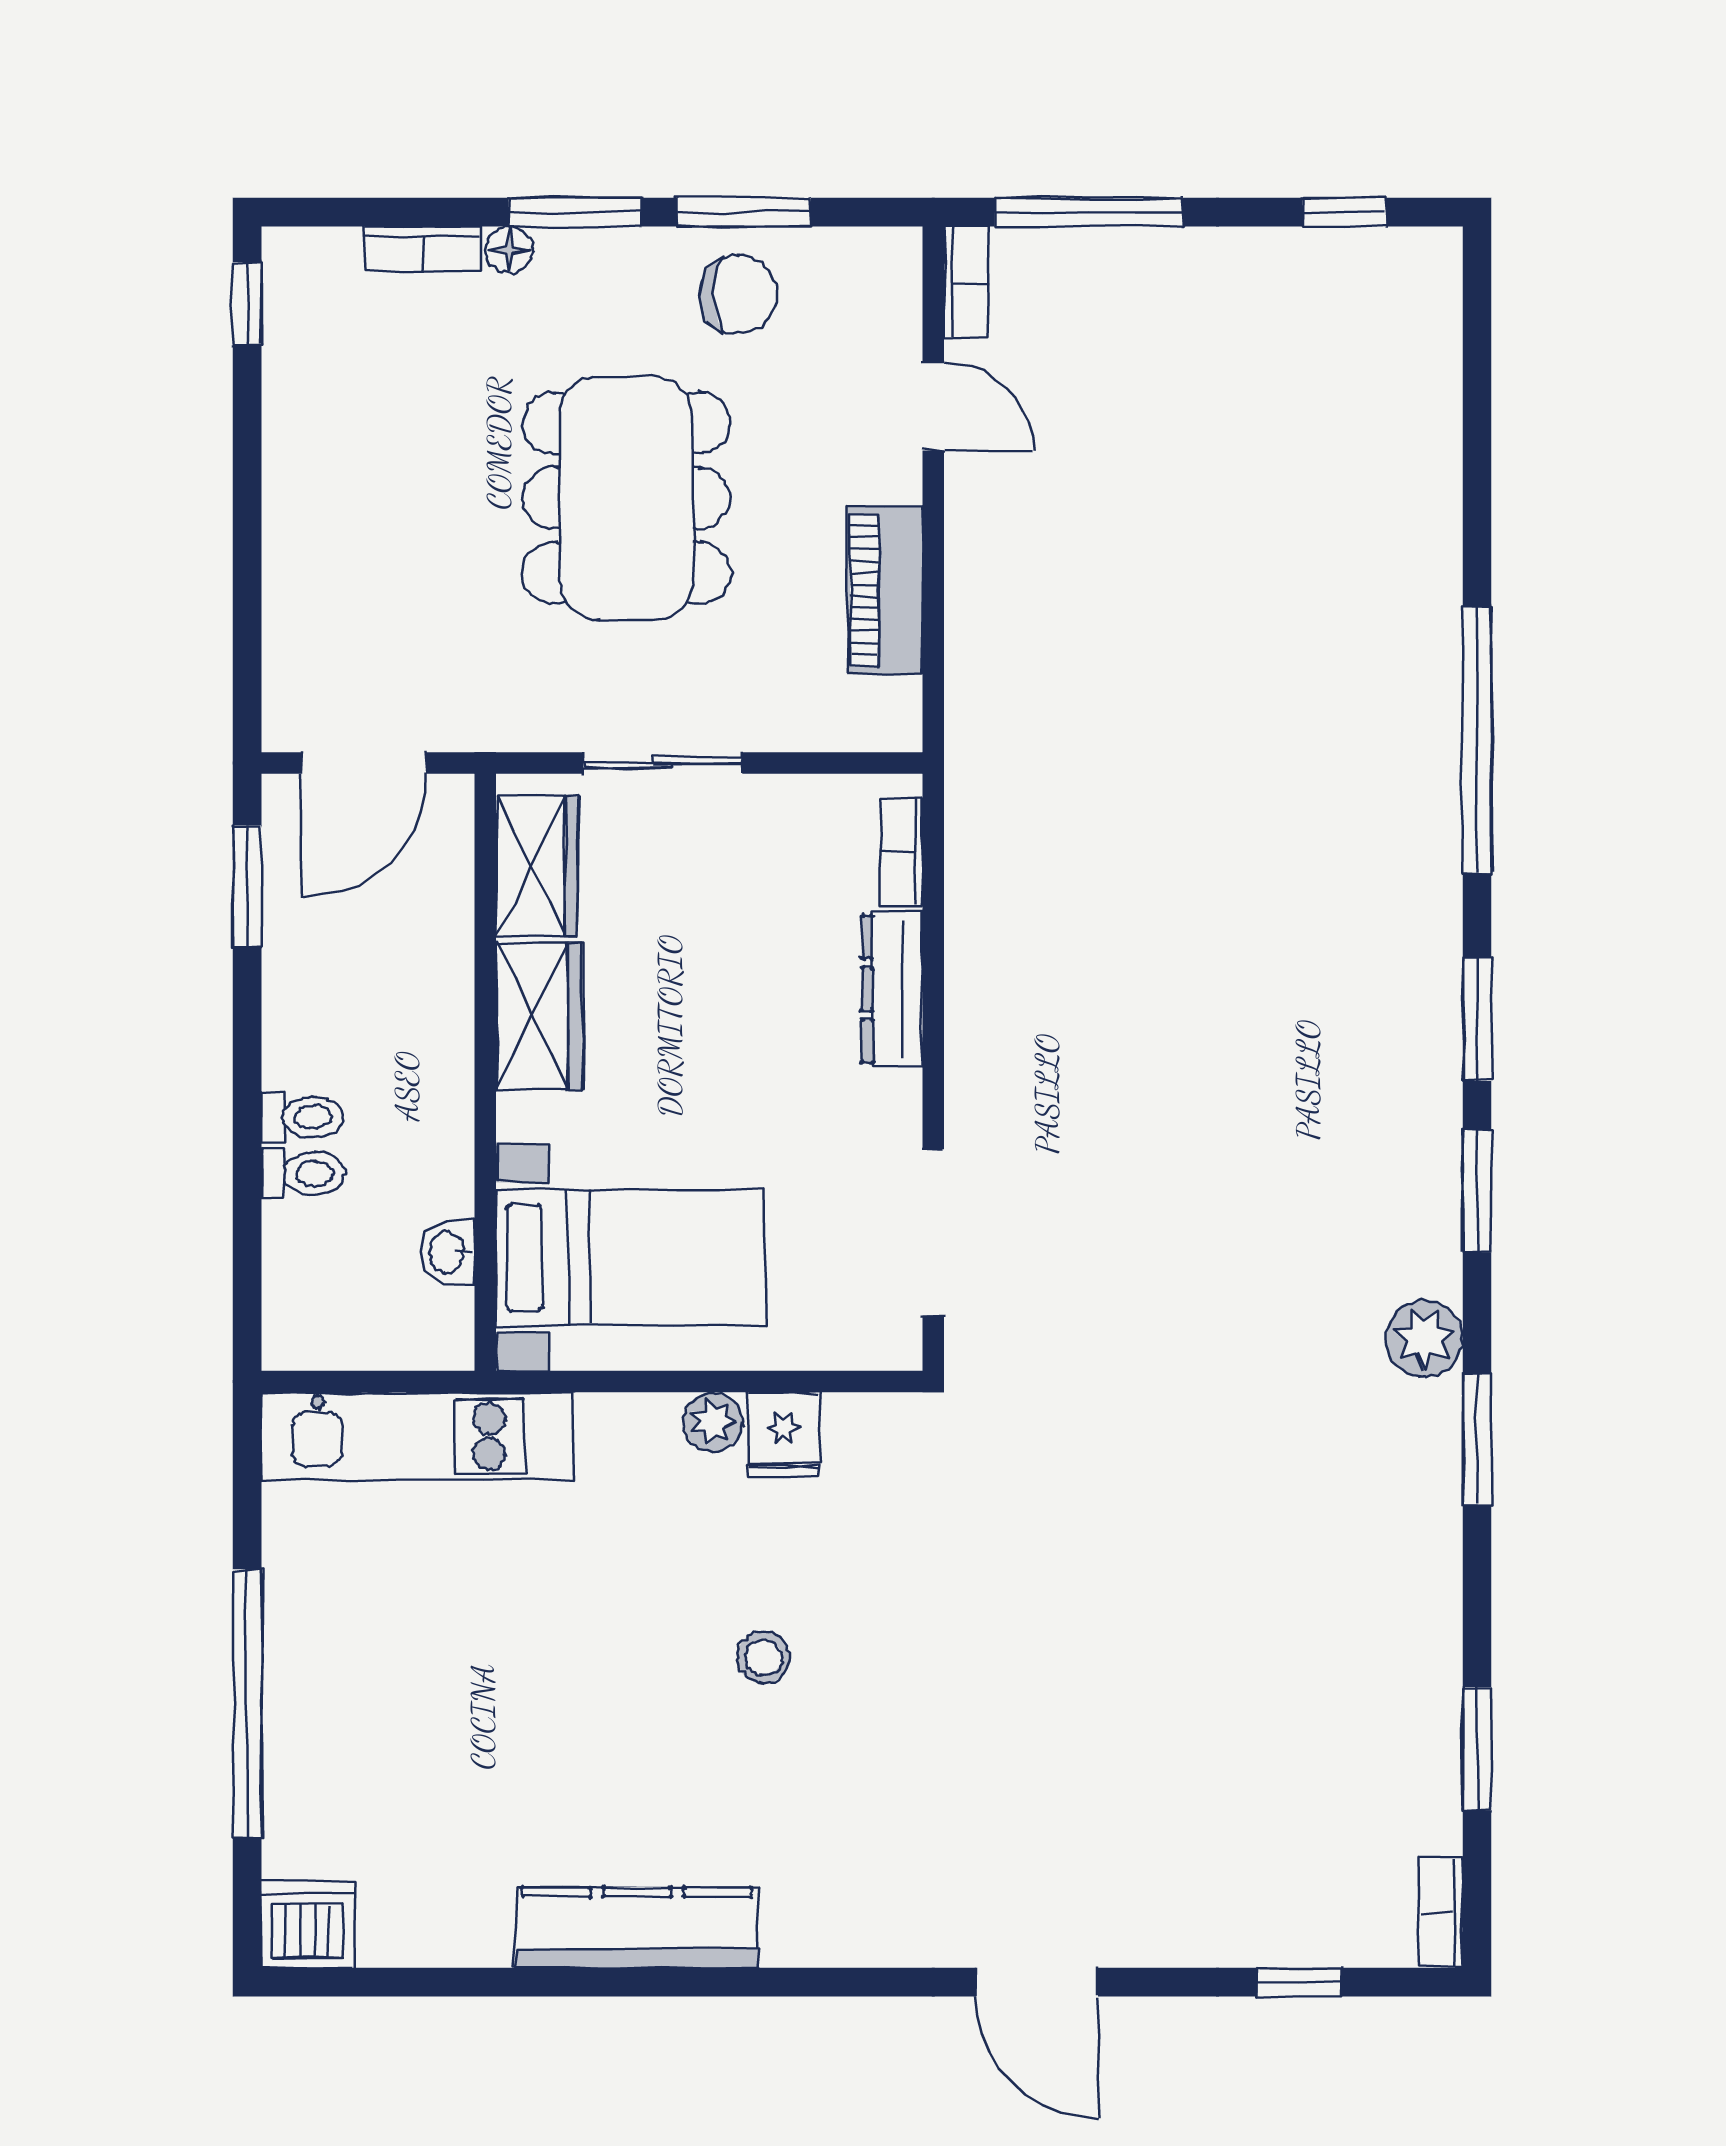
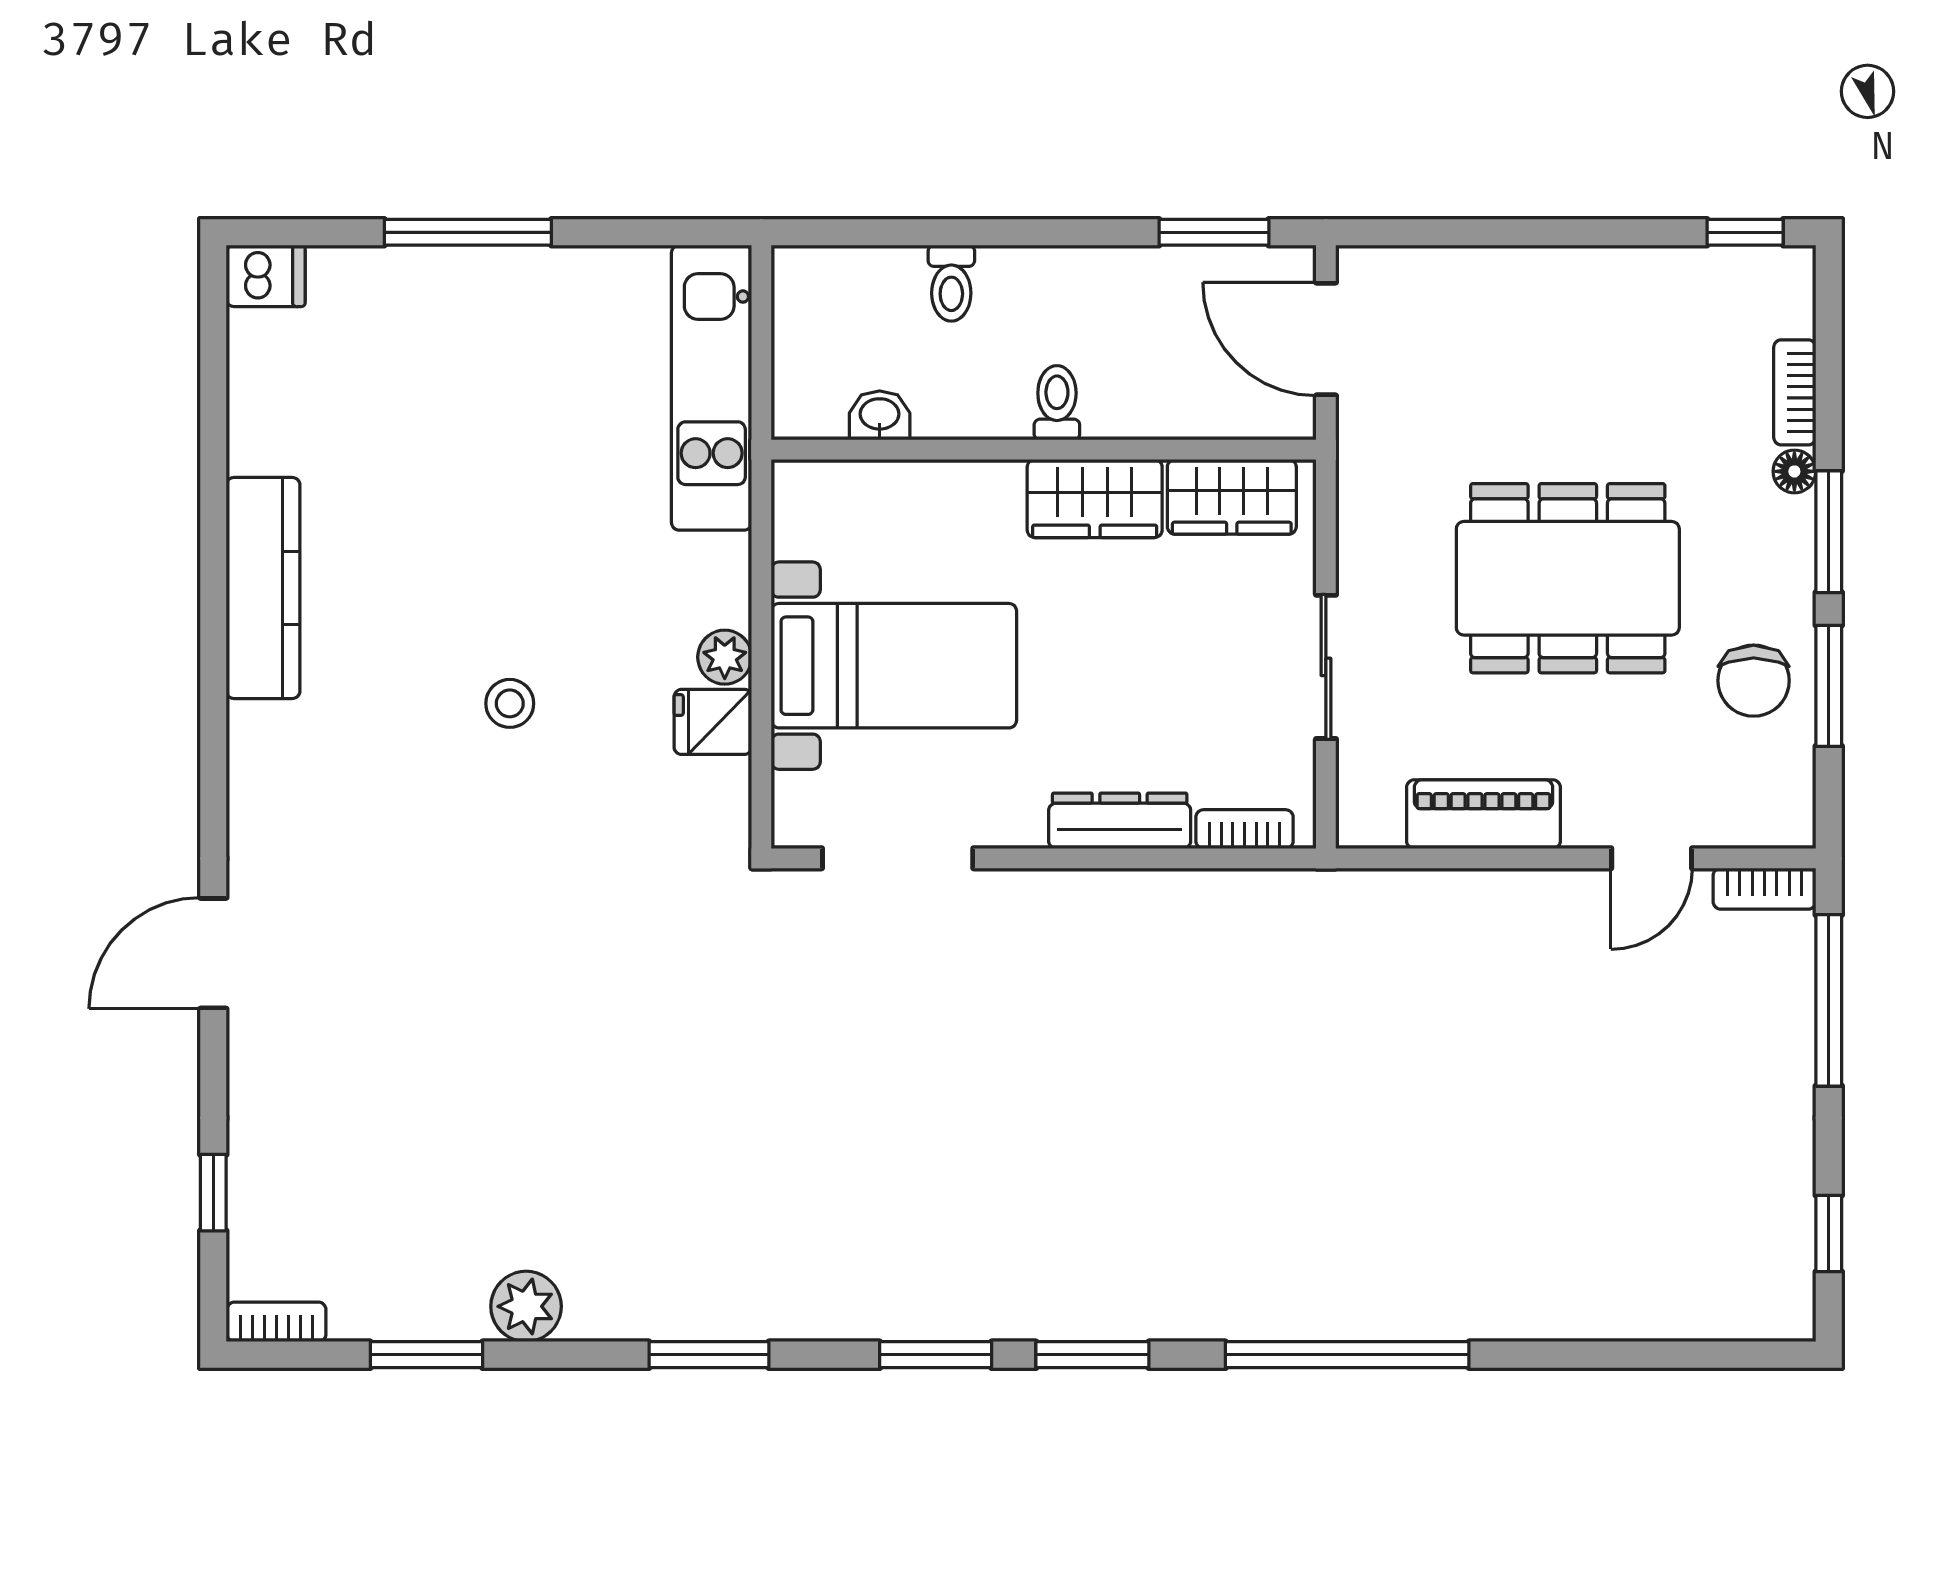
sliding door: (663, 763) -> (1326, 667), moved
toilet: (302, 1117) -> (1057, 403), moved, turned 180
bed with nightstands: (630, 1257) -> (894, 666), moved, turned -90
plant: (1424, 1339) -> (526, 1306), moved
window: (247, 1703) -> (468, 232), width x0.68
dishwasher: (308, 1925) -> (266, 276), width x0.73

